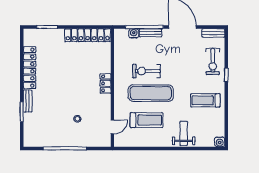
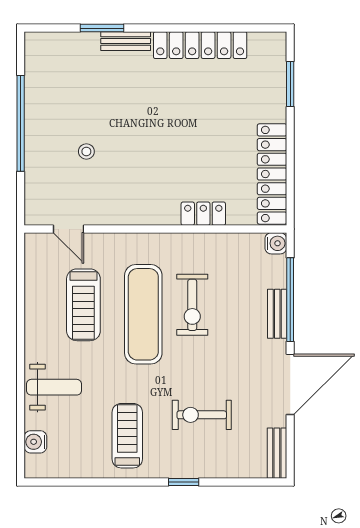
water cooler: (134, 33) -> (276, 243), moved
exercise bike: (213, 62) -> (202, 415), moved
exercise bike: (146, 71) -> (192, 305), turned 180
locker: (105, 83) -> (203, 214), moved
water cooler: (220, 142) -> (35, 442), moved

